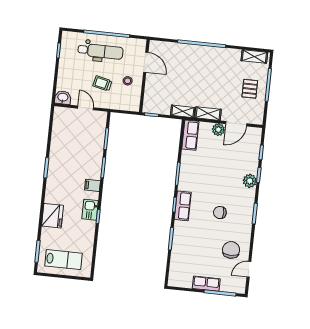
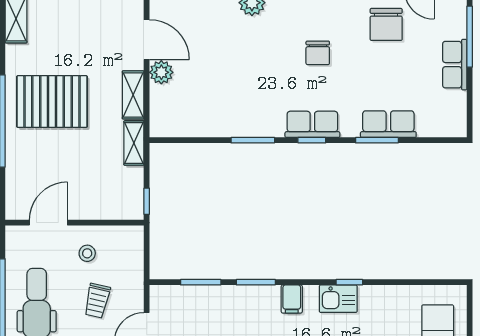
pallet: (250, 89) -> (52, 102), moved, width x2.05, depth x2.00
row of seats: (190, 135) -> (388, 124), moved
chair: (231, 250) -> (386, 24), turned -90

